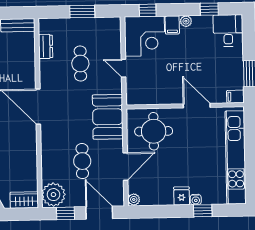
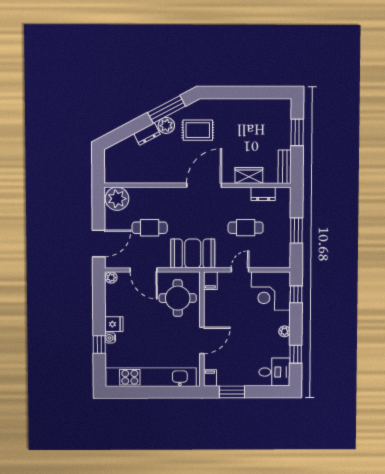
filing cabinet: (172, 25) -> (210, 281), moved, turned -90
wardrobe: (24, 200) -> (249, 175), moved, turned -90
window: (66, 213) -> (98, 210), removed

